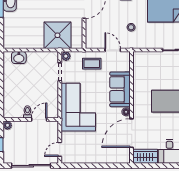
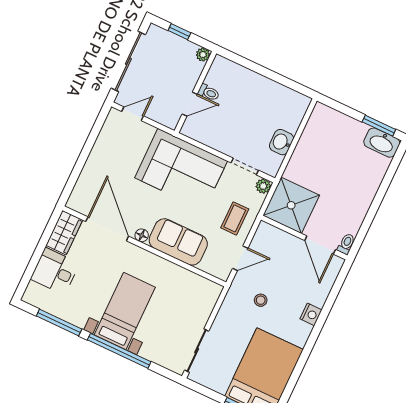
shower: (57, 35) -> (291, 205), moved
washbasin: (19, 58) -> (281, 142), moved
door: (39, 120) -> (190, 104), hinge flipped
door: (60, 149) -> (133, 114), hinge flipped

